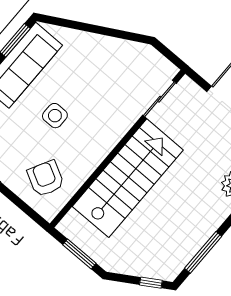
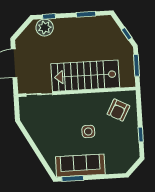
window: (203, 252) -> (86, 14), width x0.69
window: (151, 283) -> (127, 34), moved

